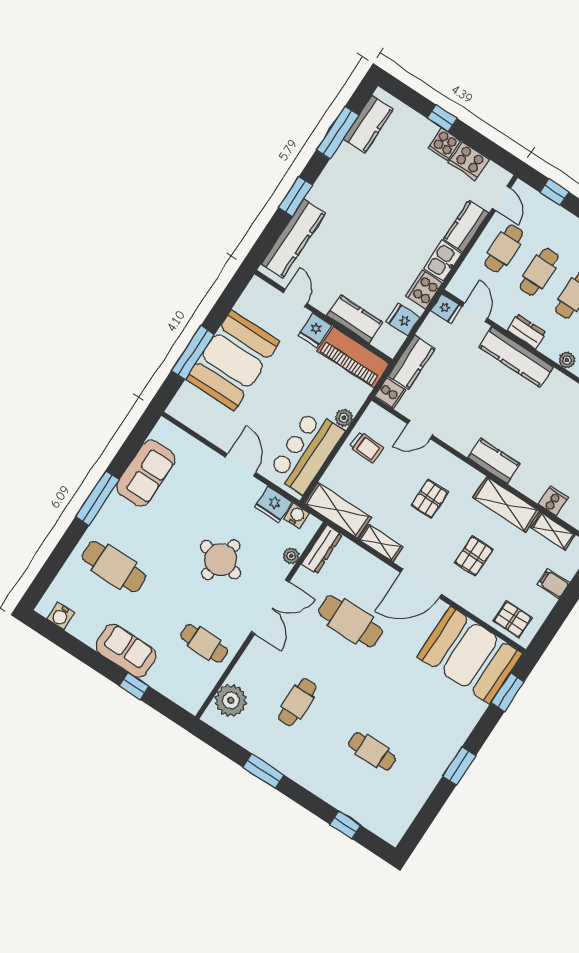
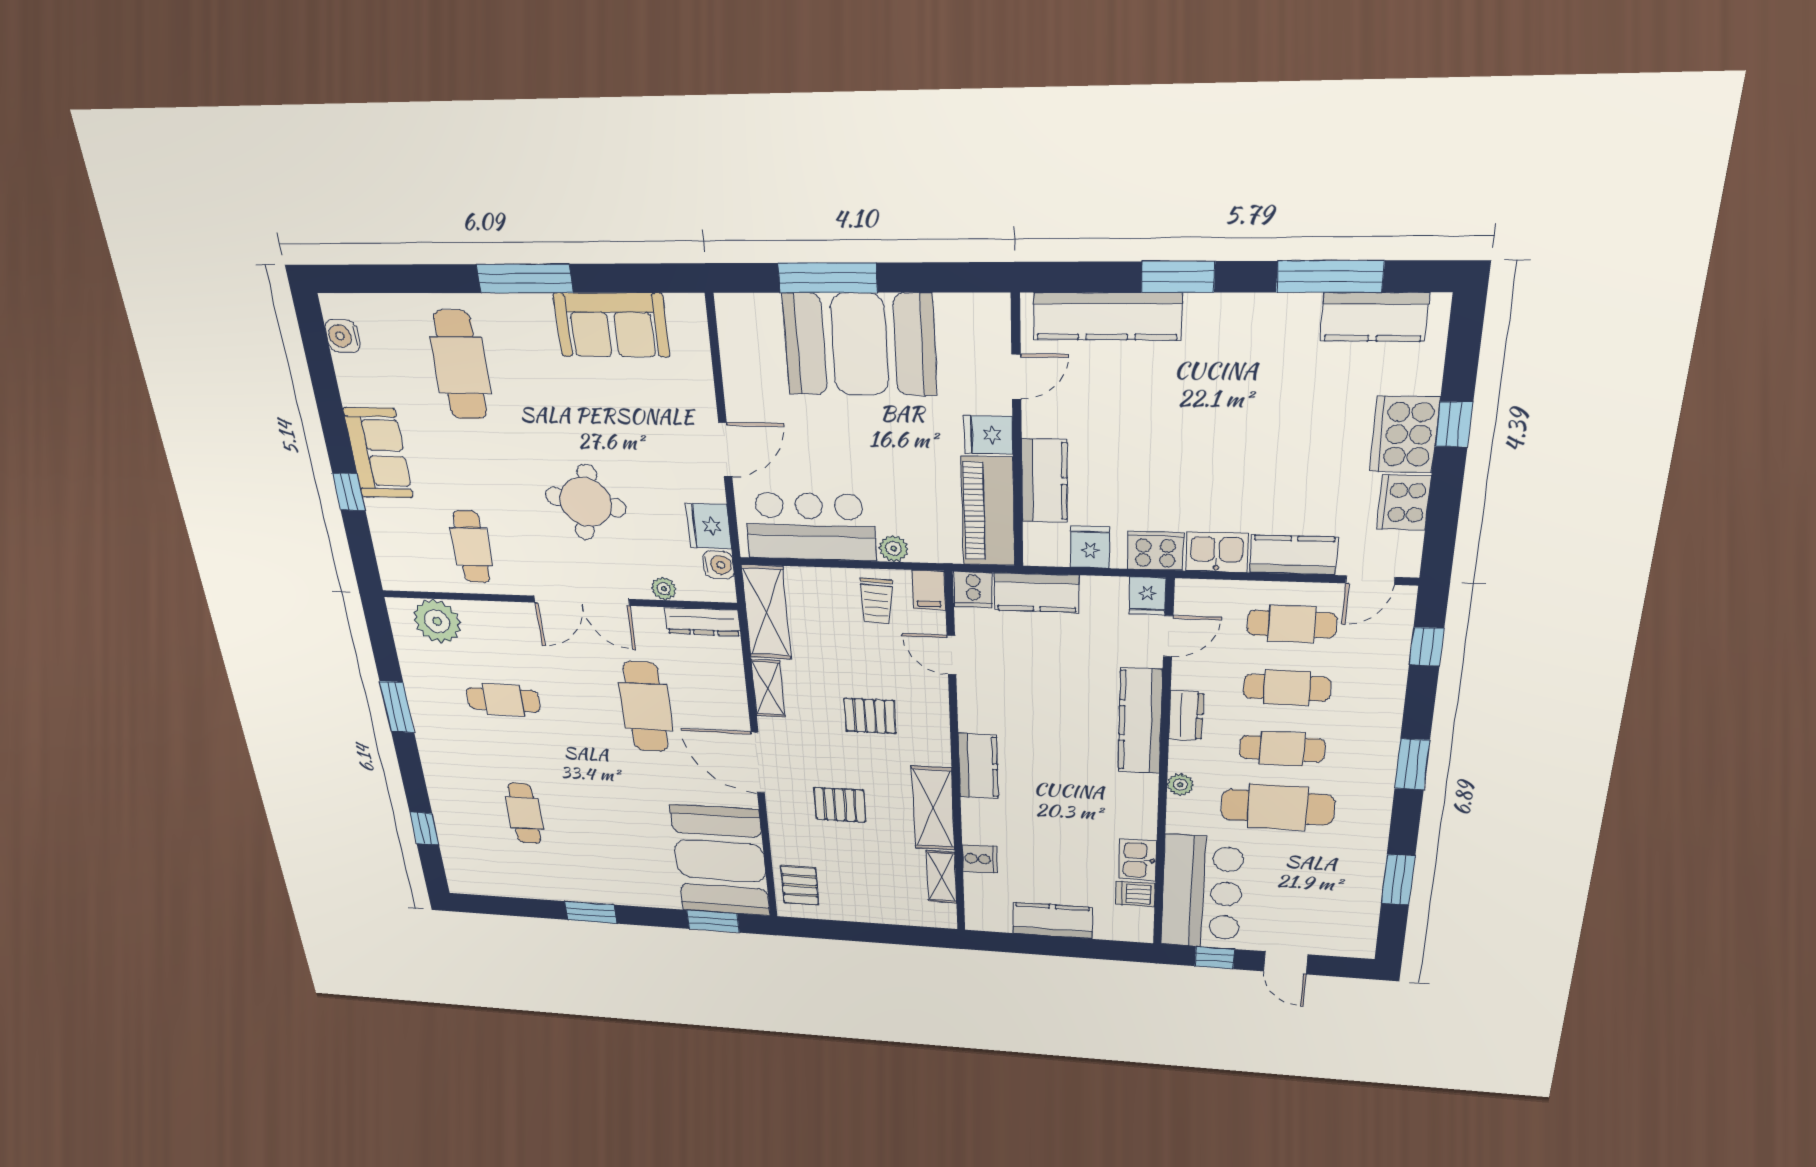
cooker: (444, 144) -> (1405, 434), width x1.87, depth x1.31
filing cabinet: (553, 584) -> (929, 590), moved, turned 180

